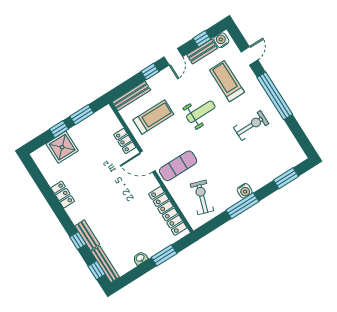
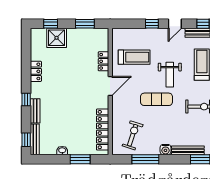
bench: (131, 96) -> (188, 150), moved
weight bench: (201, 112) -> (170, 75), turned 90
window: (59, 129) -> (51, 24), moved
door: (147, 162) -> (110, 86), swing flipped
exercise mat: (178, 166) -> (156, 99), moved
window: (242, 206) -> (145, 159), moved
window: (78, 241) -> (26, 99), moved

